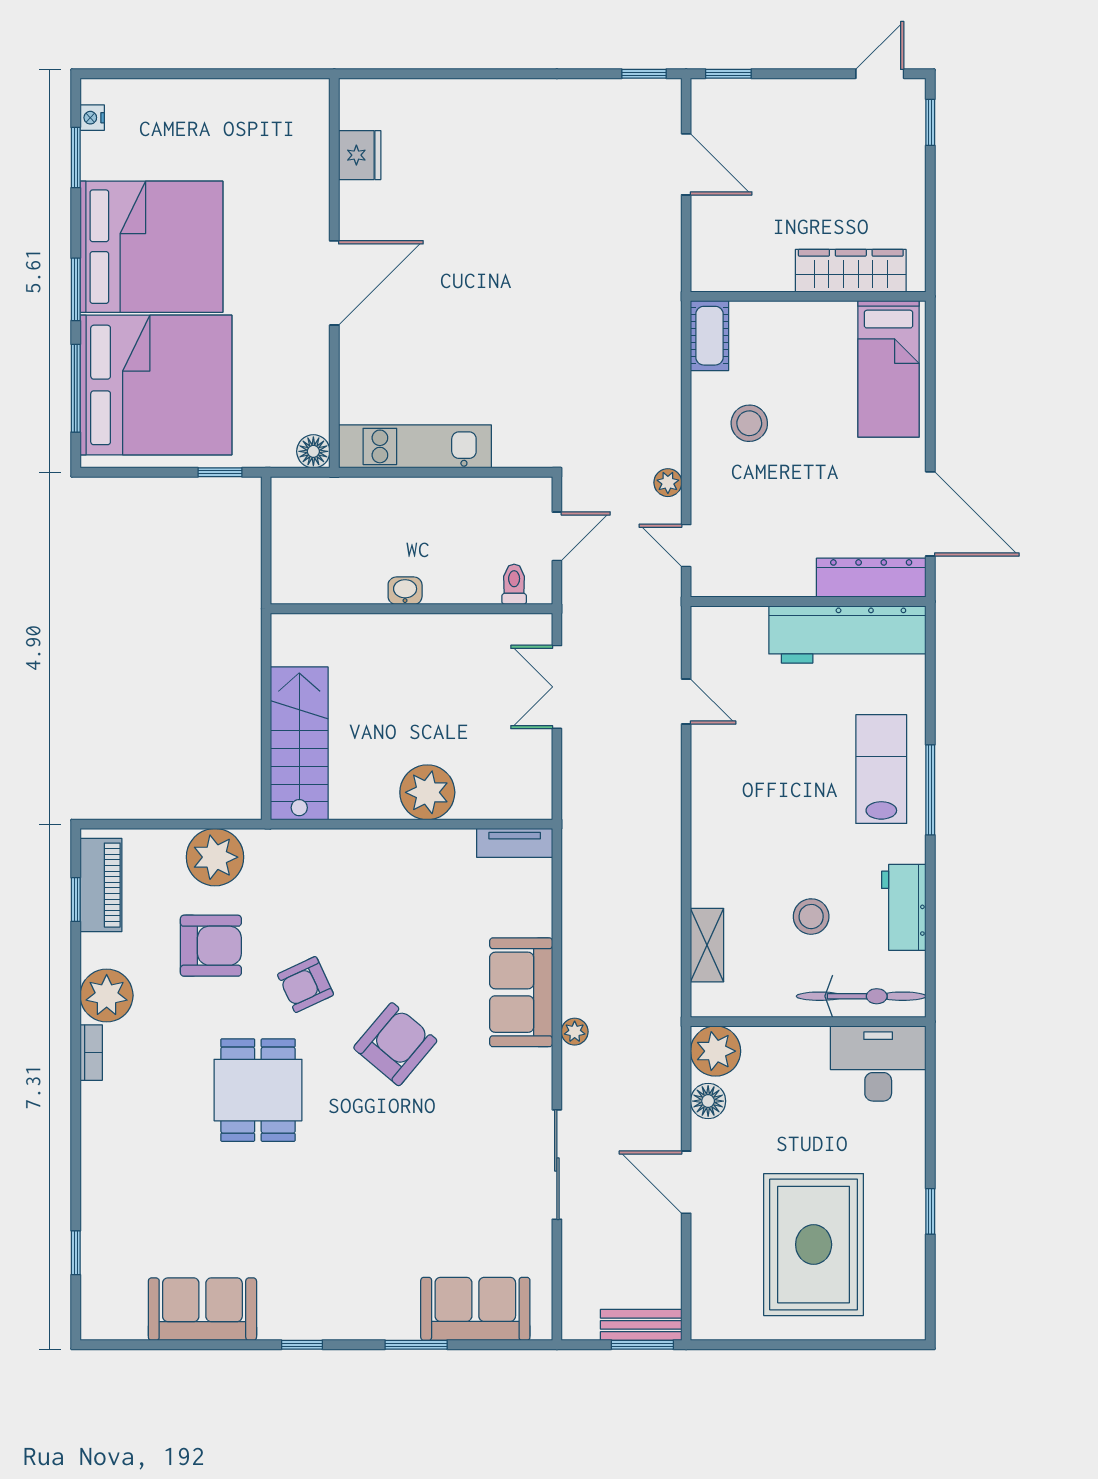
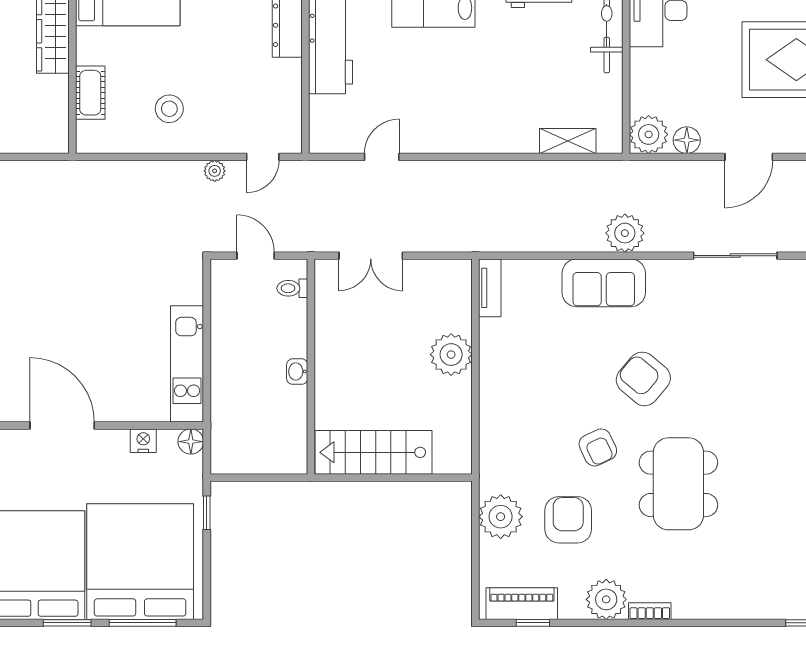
cot: (709, 336) -> (90, 93), moved, turned 90
nightstand: (314, 389) -> (143, 441), added
stairs: (299, 743) -> (373, 452), moved
stool: (811, 917) -> (546, 62), removed
plant: (575, 1032) -> (625, 233), width x1.87, depth x1.87
dining table: (258, 1090) -> (678, 484), width x1.38

